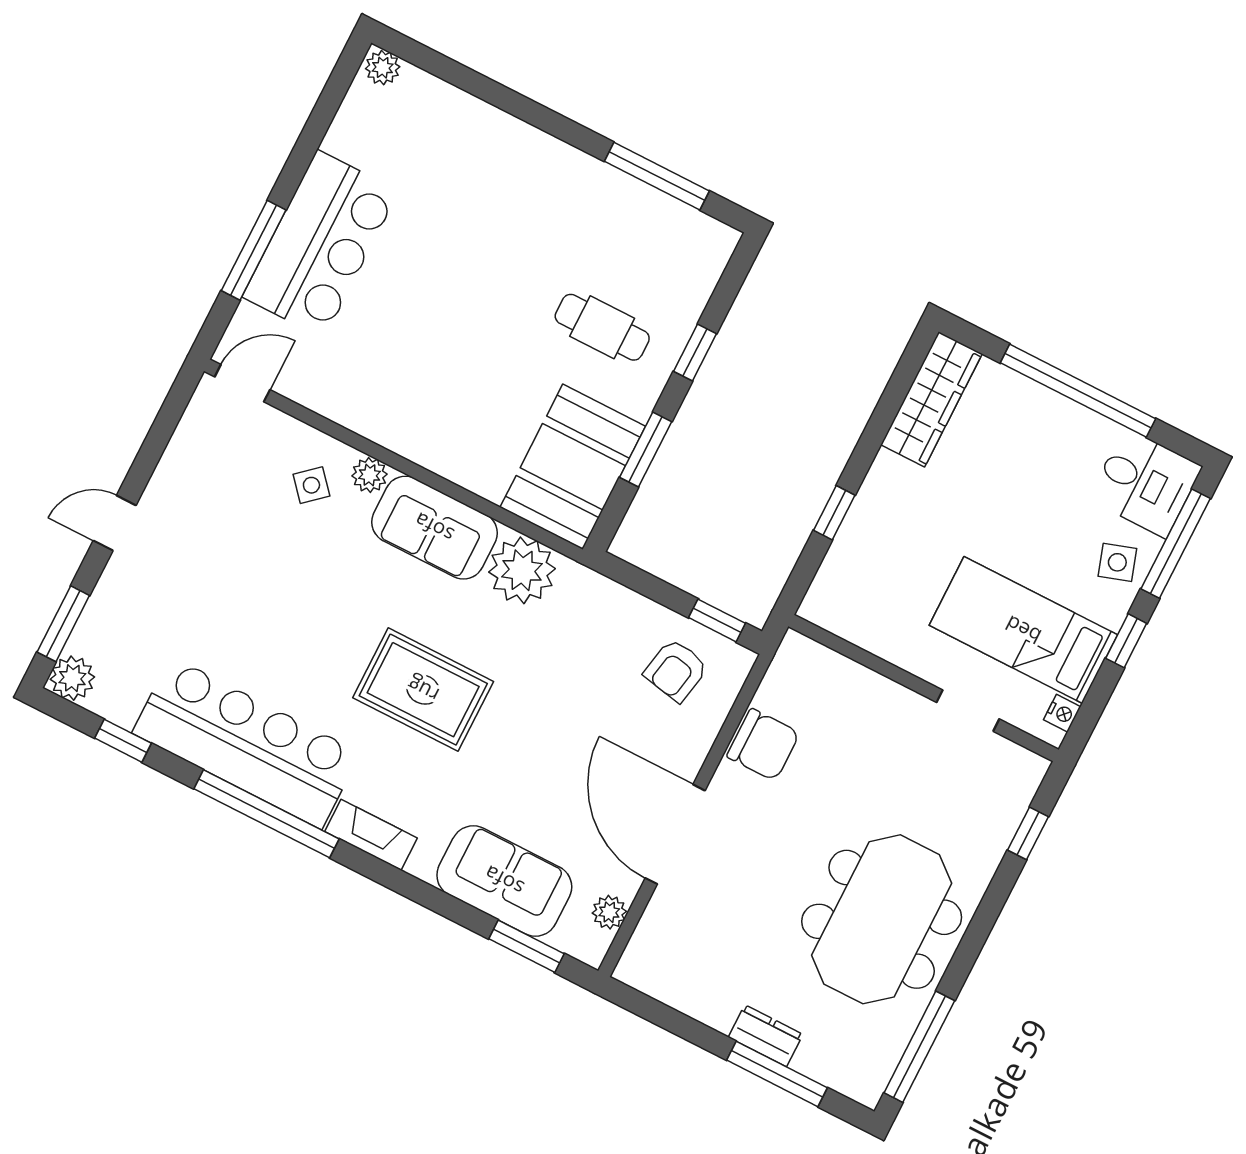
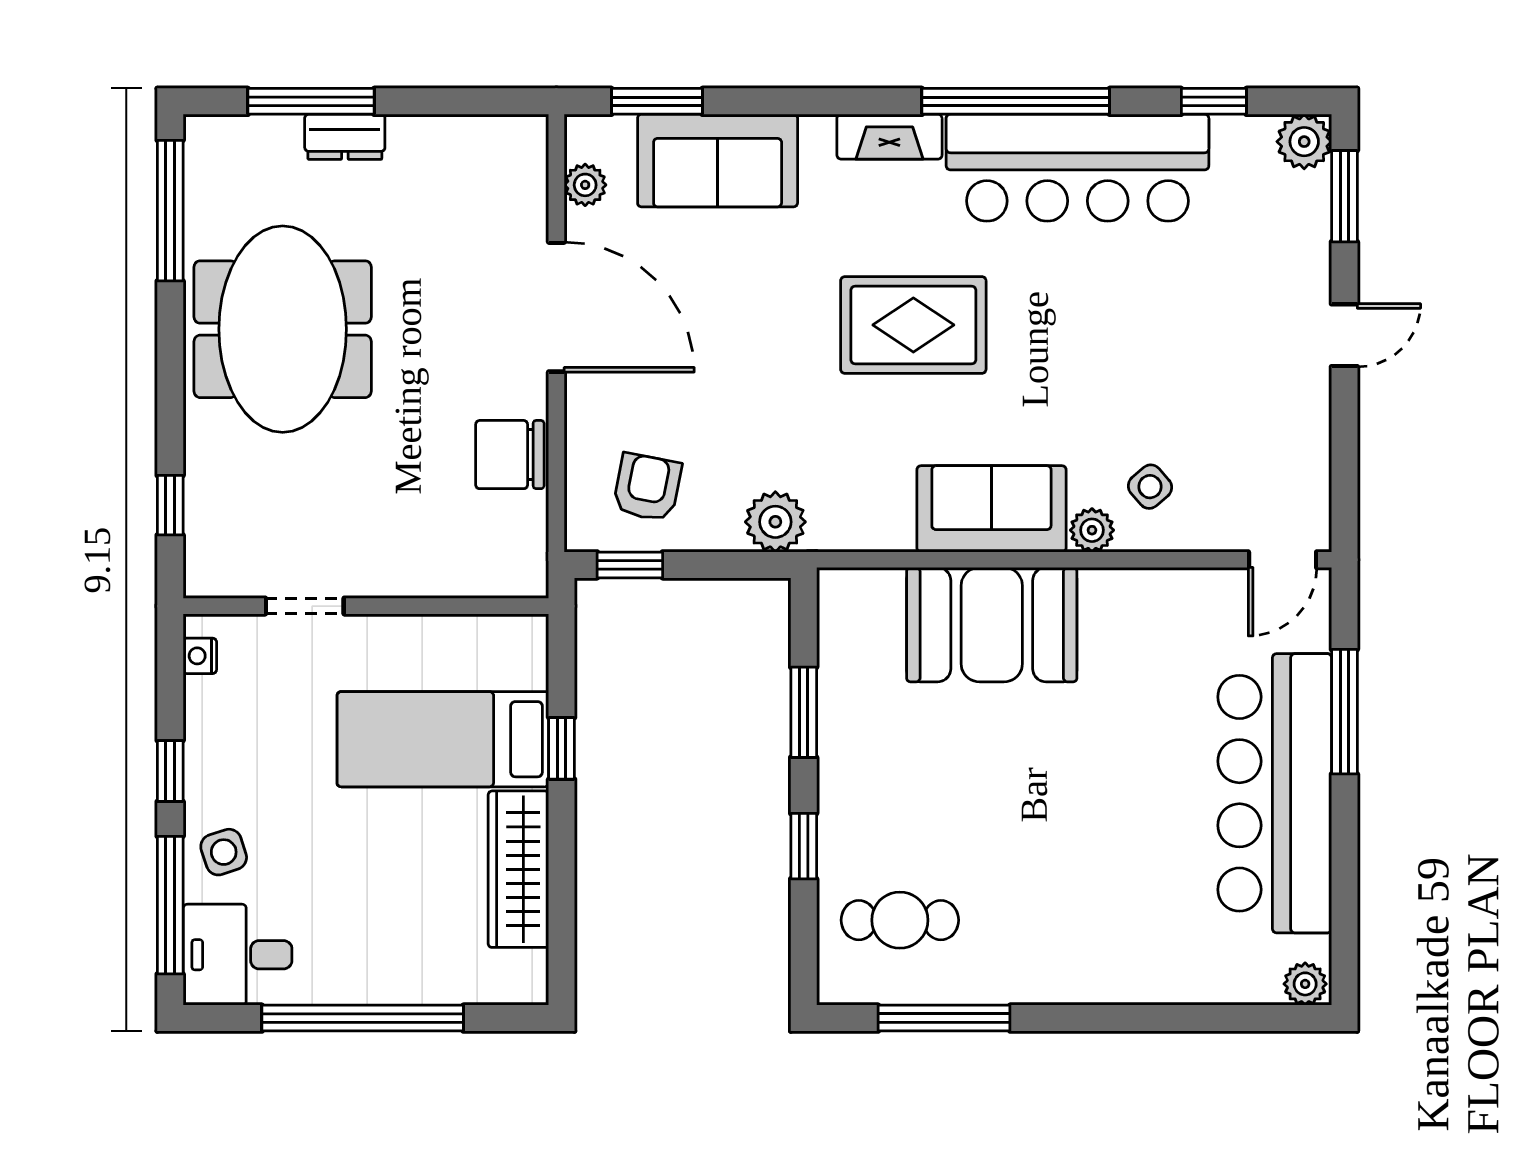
bar counter: (321, 244) -> (1275, 793), width x1.36
cafe table: (602, 327) -> (900, 920), moved
wardrobe: (931, 399) -> (518, 869), moved
booth: (573, 467) -> (992, 625), moved, turned 90
plant: (522, 570) -> (775, 522), moved, width x0.73, depth x0.73
bed: (1023, 630) -> (443, 739), moved, turned 180

